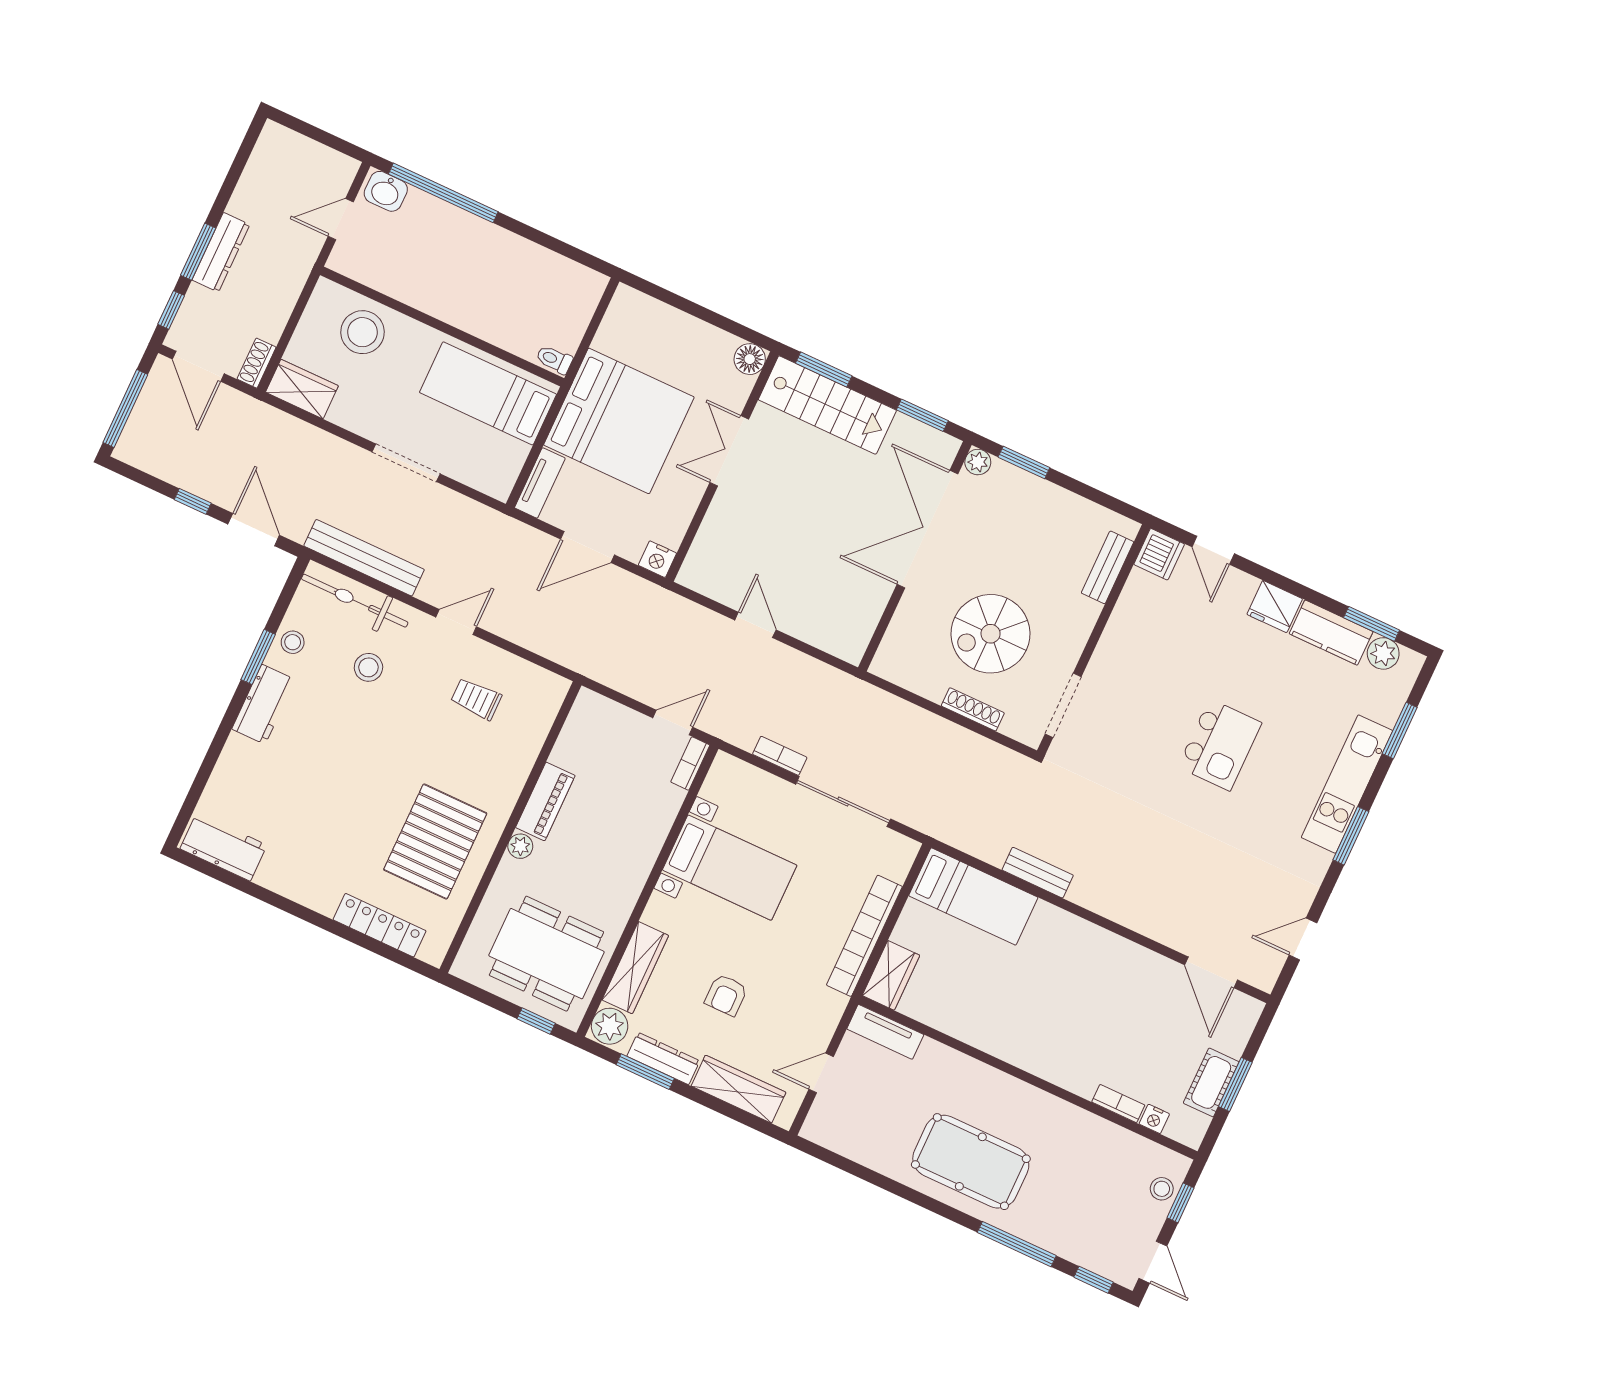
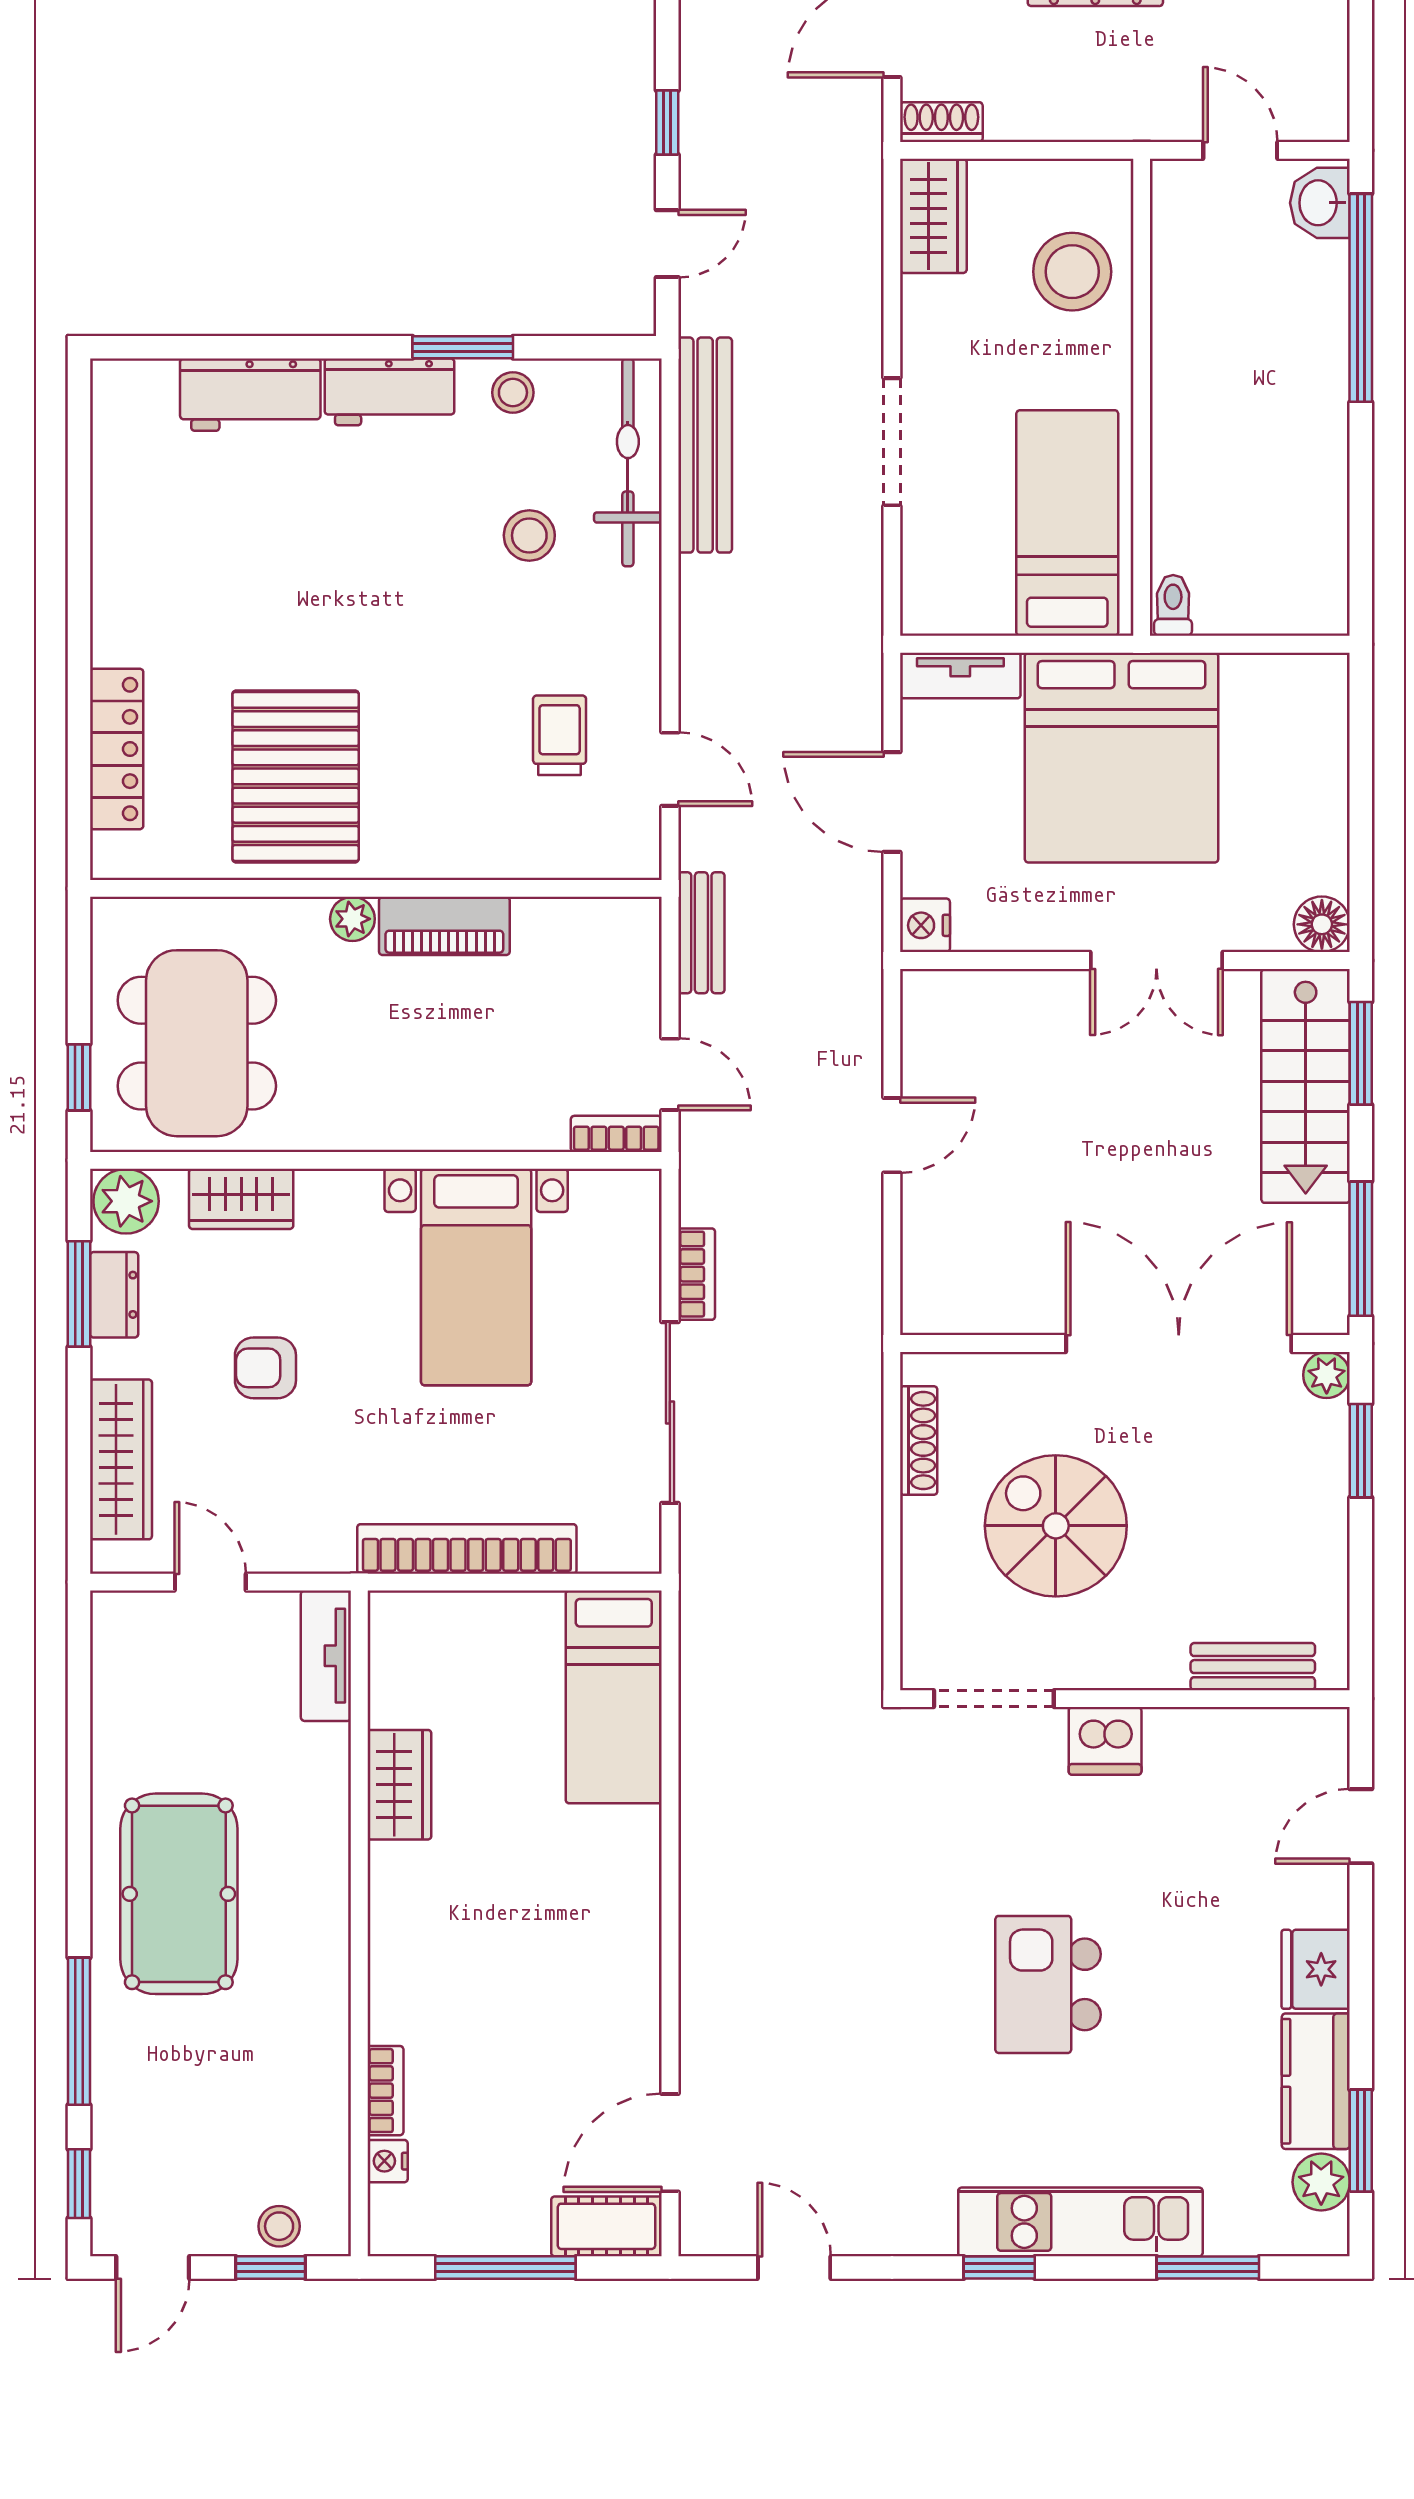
window: (922, 415) -> (1361, 1249), width x1.44
double door: (729, 451) -> (1156, 961), swing flipped
door: (254, 530) -> (667, 244), width x0.73
dishwasher: (1159, 554) -> (1105, 1741), moved
door: (456, 622) -> (670, 769), moved
shoe rack: (973, 709) -> (919, 1441), moved
kitchen island: (1220, 745) -> (1048, 1984), turned 90
window: (1351, 836) -> (999, 2267), width x0.67
pallet: (435, 841) -> (296, 776), turned 90
workbench: (224, 847) -> (250, 395), moved, turned 90
bench: (1038, 873) -> (701, 933), moved
wardrobe: (635, 968) -> (241, 1199), width x0.67
wardrobe: (891, 975) -> (399, 1785), moved, turned -90
dresser: (663, 1058) -> (114, 1295), width x0.70
cot: (1211, 1082) -> (606, 2226), moved
window: (1235, 1084) -> (505, 2267), width x1.44

